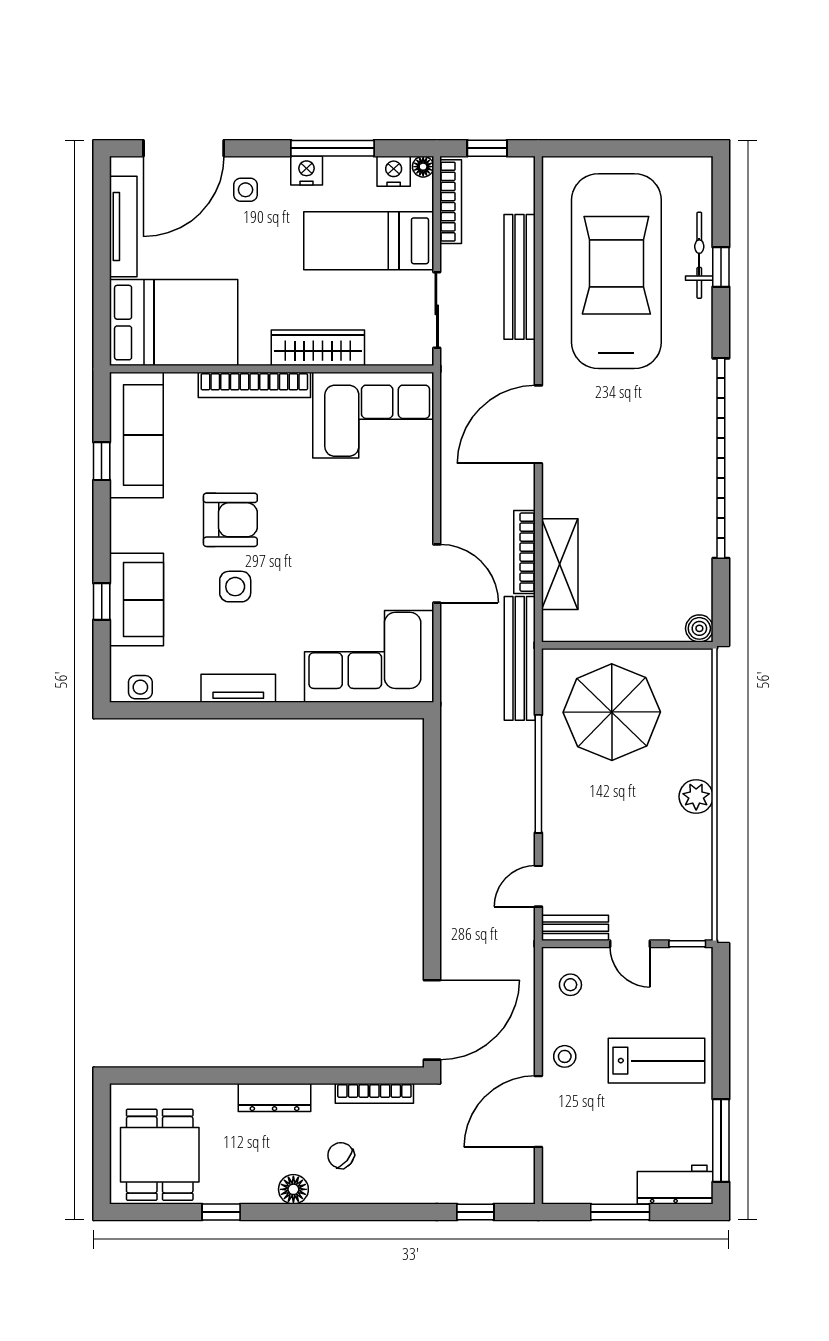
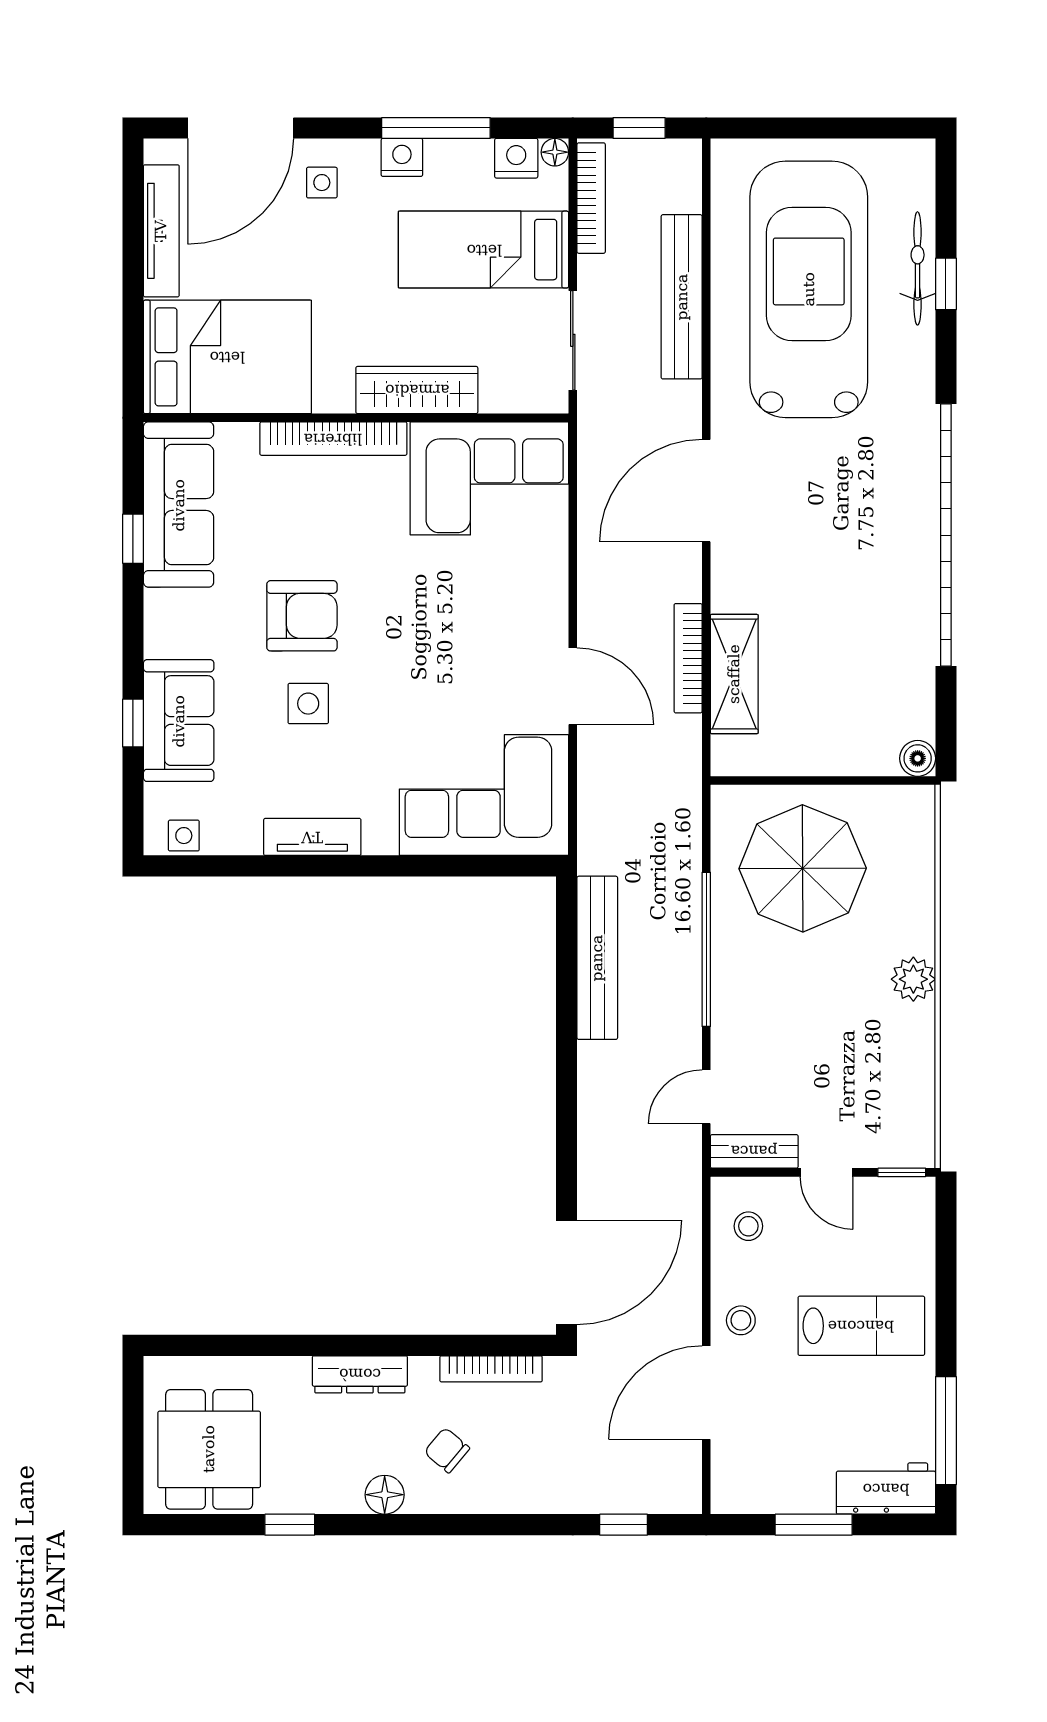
bench: (520, 658) -> (597, 958), moved

